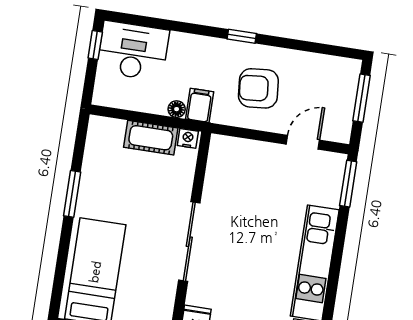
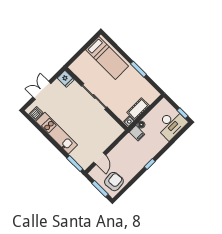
armchair: (258, 88) -> (114, 182), moved

